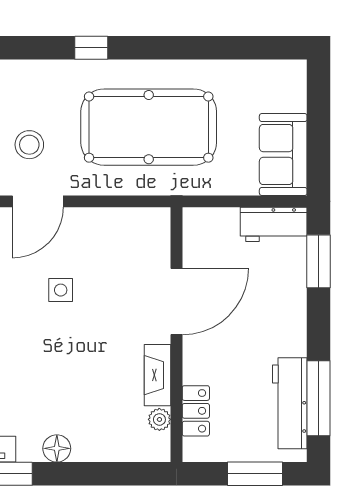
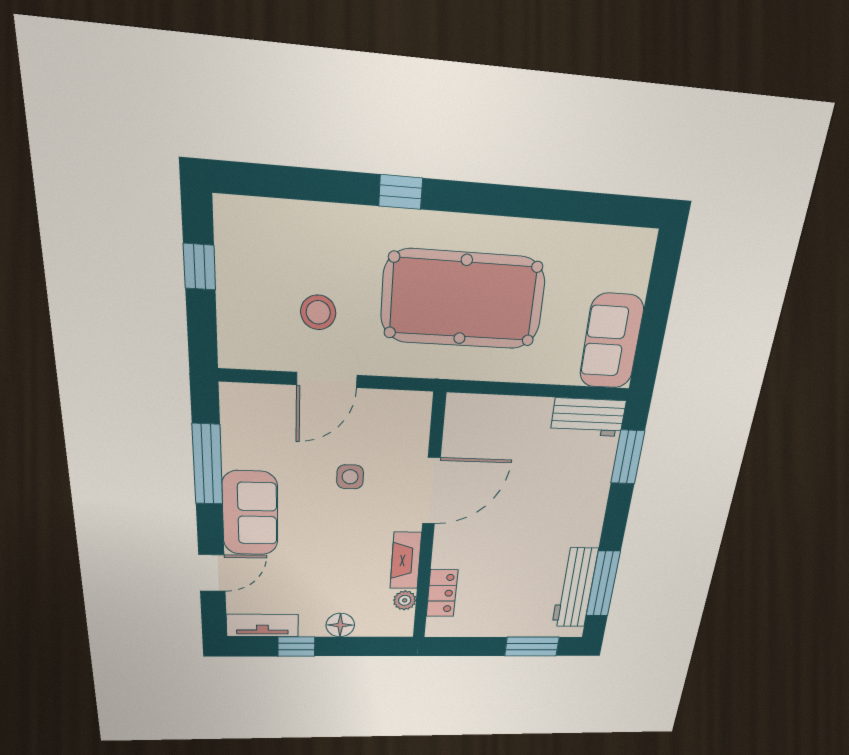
door: (177, 302) -> (431, 491), moved
wall: (177, 335) -> (429, 523), moved
fireplace: (158, 375) -> (406, 561), moved
locker: (196, 411) -> (442, 593), moved
plant: (159, 419) -> (405, 600), moved

